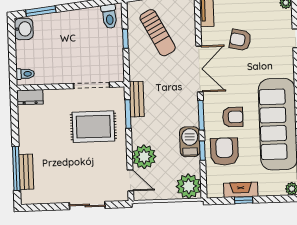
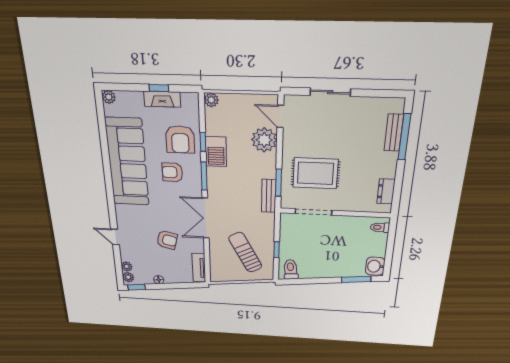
dresser: (30, 97) -> (386, 191), moved, turned -90
plant: (189, 186) -> (211, 100), width x0.53, depth x0.53

